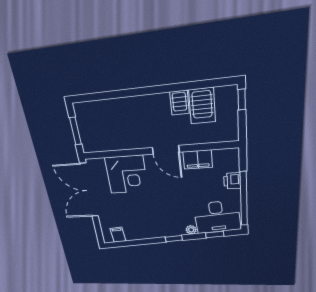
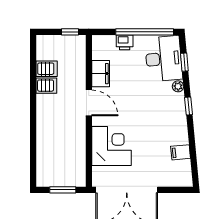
window: (242, 100) -> (70, 32), moved
server rack: (202, 106) -> (47, 69), width x0.73, depth x0.70
door: (166, 150) -> (89, 103), hinge flipped
filing cabinet: (118, 235) -> (181, 152), moved

